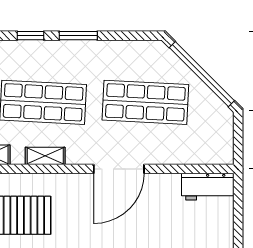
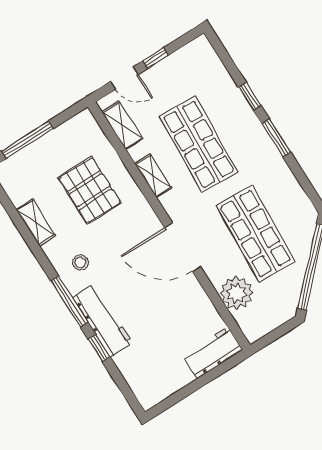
plant: (184, 149) -> (236, 293), added
workbench: (208, 187) -> (213, 353), moved, turned 90

